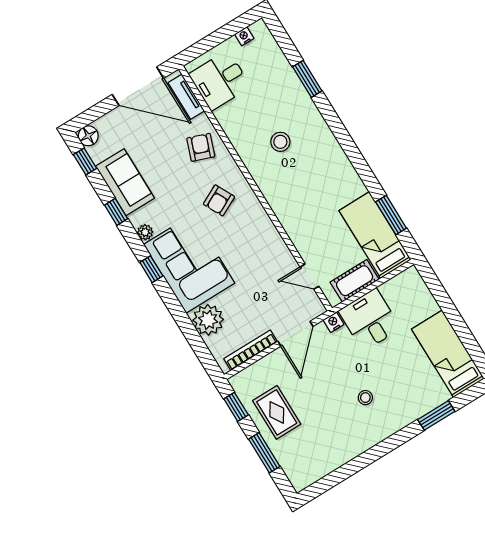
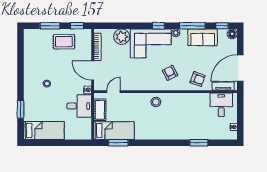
stool: (280, 142) -> (156, 102), moved
window: (116, 212) -> (192, 26), width x2.17

